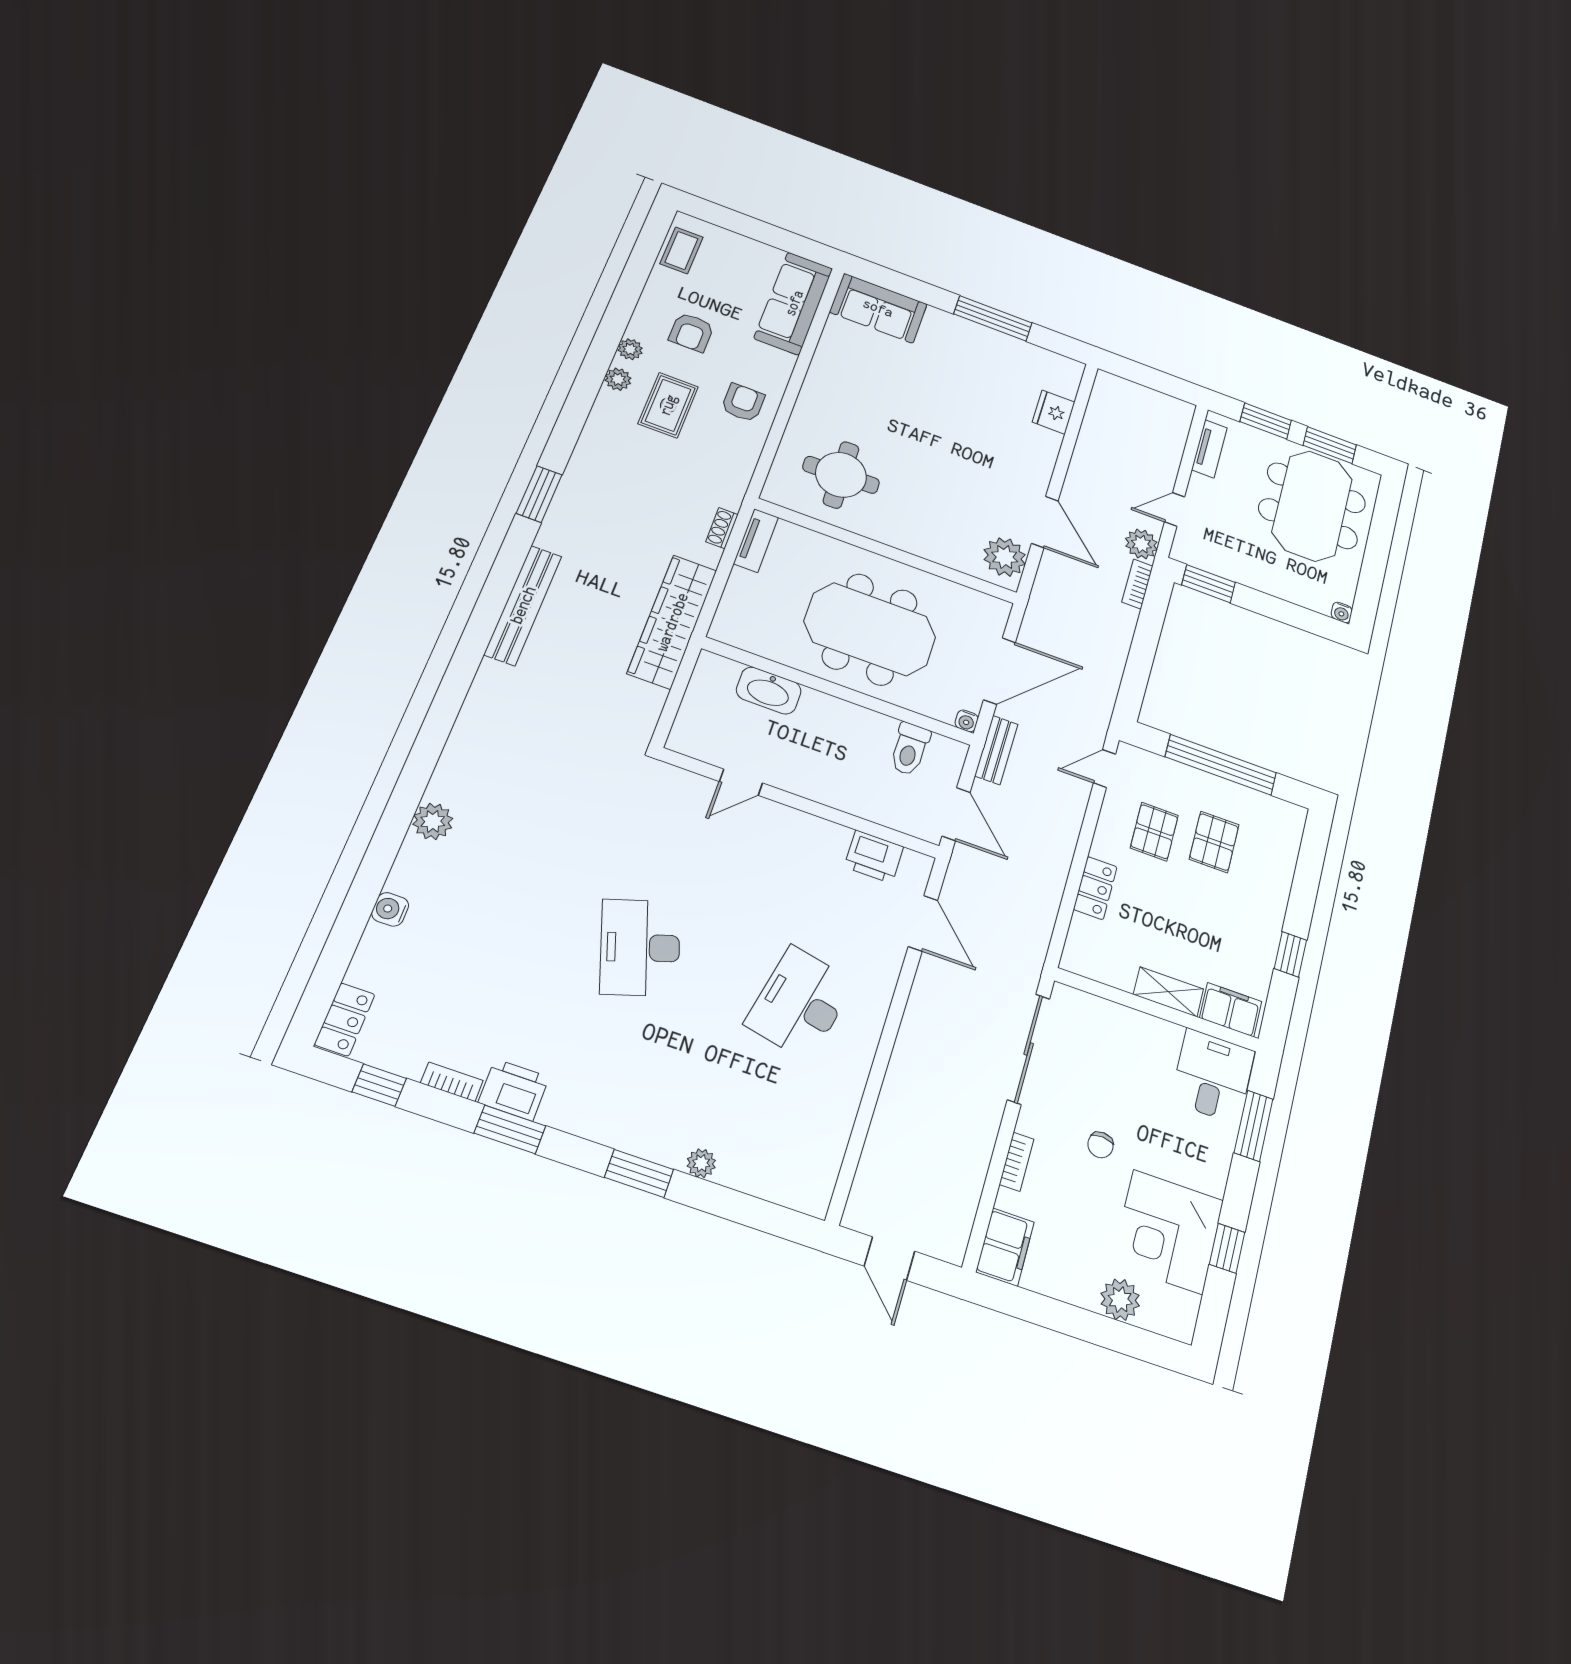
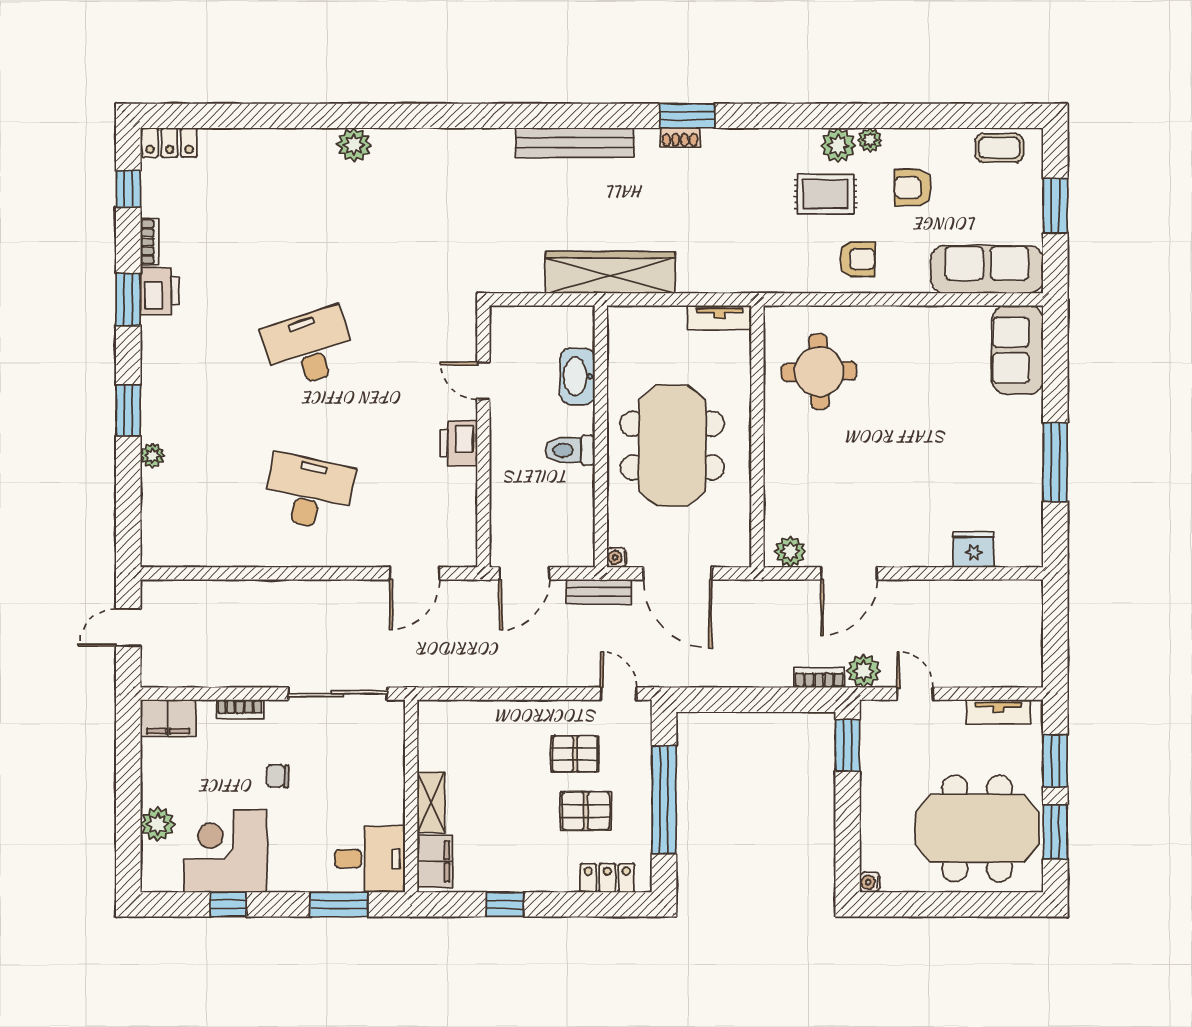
window: (754, 229) -> (1055, 206), added
plant: (618, 379) -> (838, 145), width x1.38, depth x1.38
shoe rack: (722, 528) -> (680, 137), moved, turned 180
plant: (1005, 557) -> (790, 552), width x0.73, depth x0.73
toilet: (910, 749) -> (570, 450), moved
printer: (874, 857) -> (459, 443), moved
locker: (1095, 888) -> (607, 878), moved, turned 180
water cooler: (390, 909) -> (269, 141), removed

